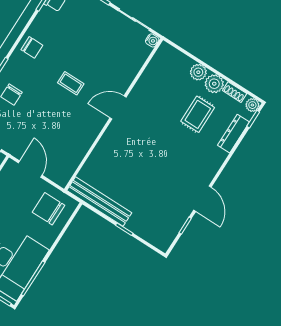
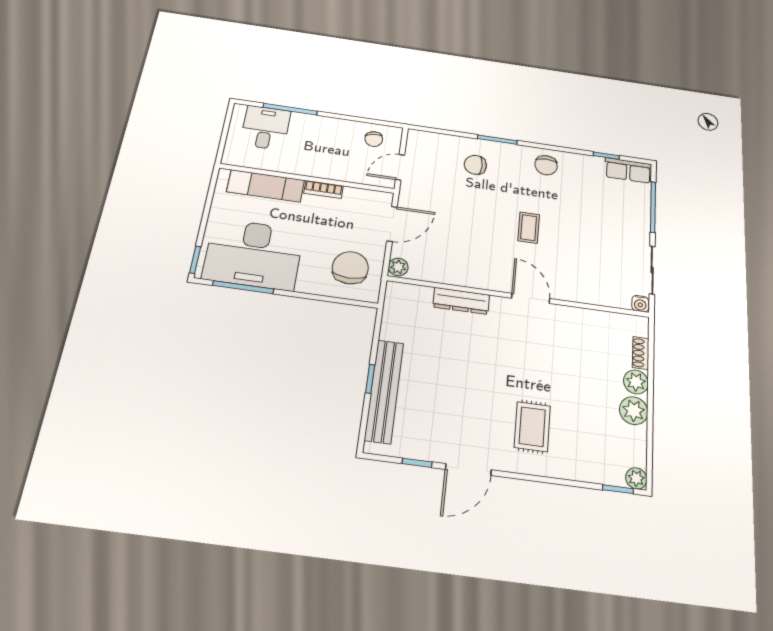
shoe rack: (235, 92) -> (641, 353), moved
rug: (198, 114) -> (532, 427), moved, turned 90
dresser: (234, 134) -> (461, 301), moved, turned 180
plant: (61, 179) -> (398, 267), added
bench: (99, 202) -> (384, 391), moved

